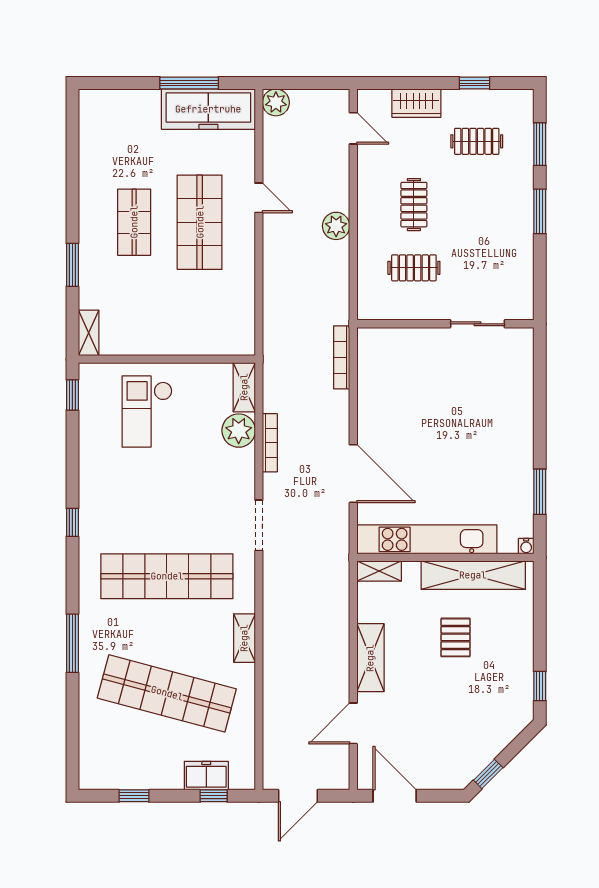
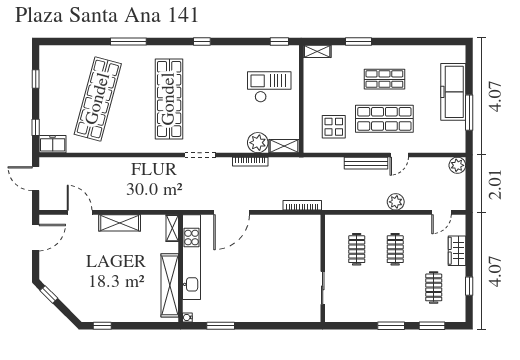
freezer: (208, 109) -> (453, 92), moved
clothes rail: (414, 205) -> (395, 249), turned 90
plant: (336, 226) -> (396, 202), moved
bench: (272, 253) -> (366, 163), added
display table: (213, 306) -> (334, 127), added
pallet: (456, 637) -> (132, 275), removed
shelving: (244, 638) -> (132, 146), removed
freezer: (206, 776) -> (53, 144), moved, turned -90

